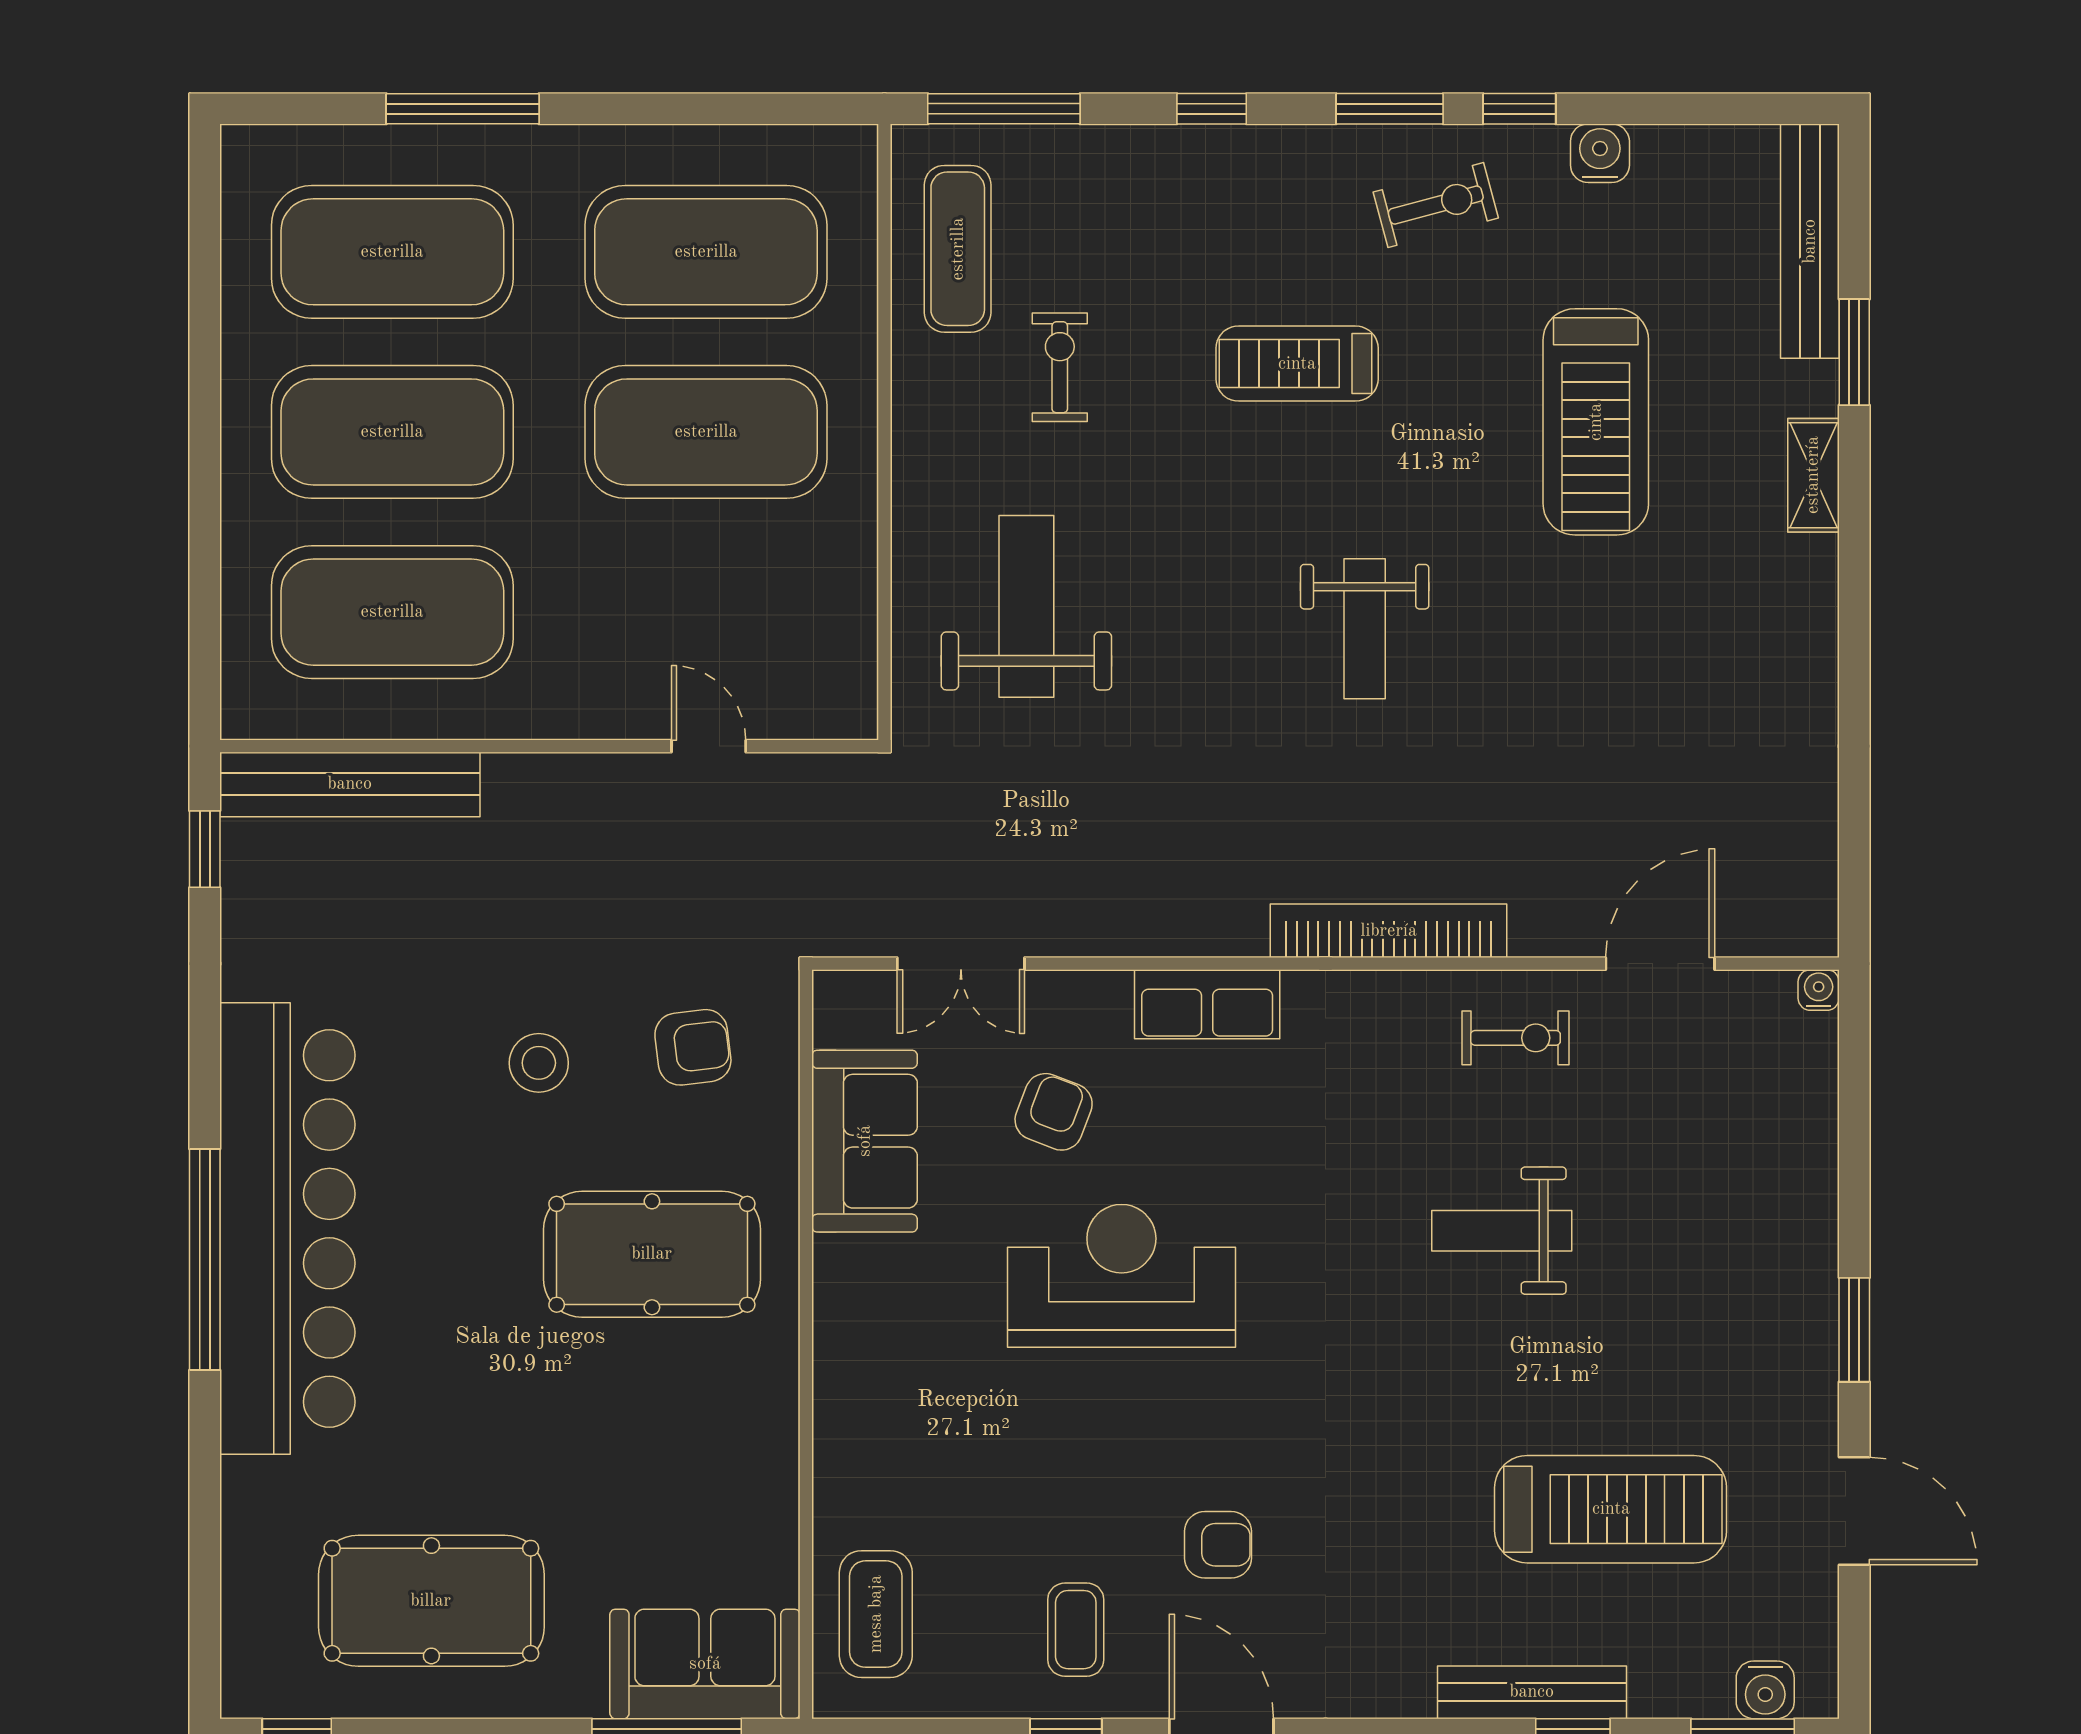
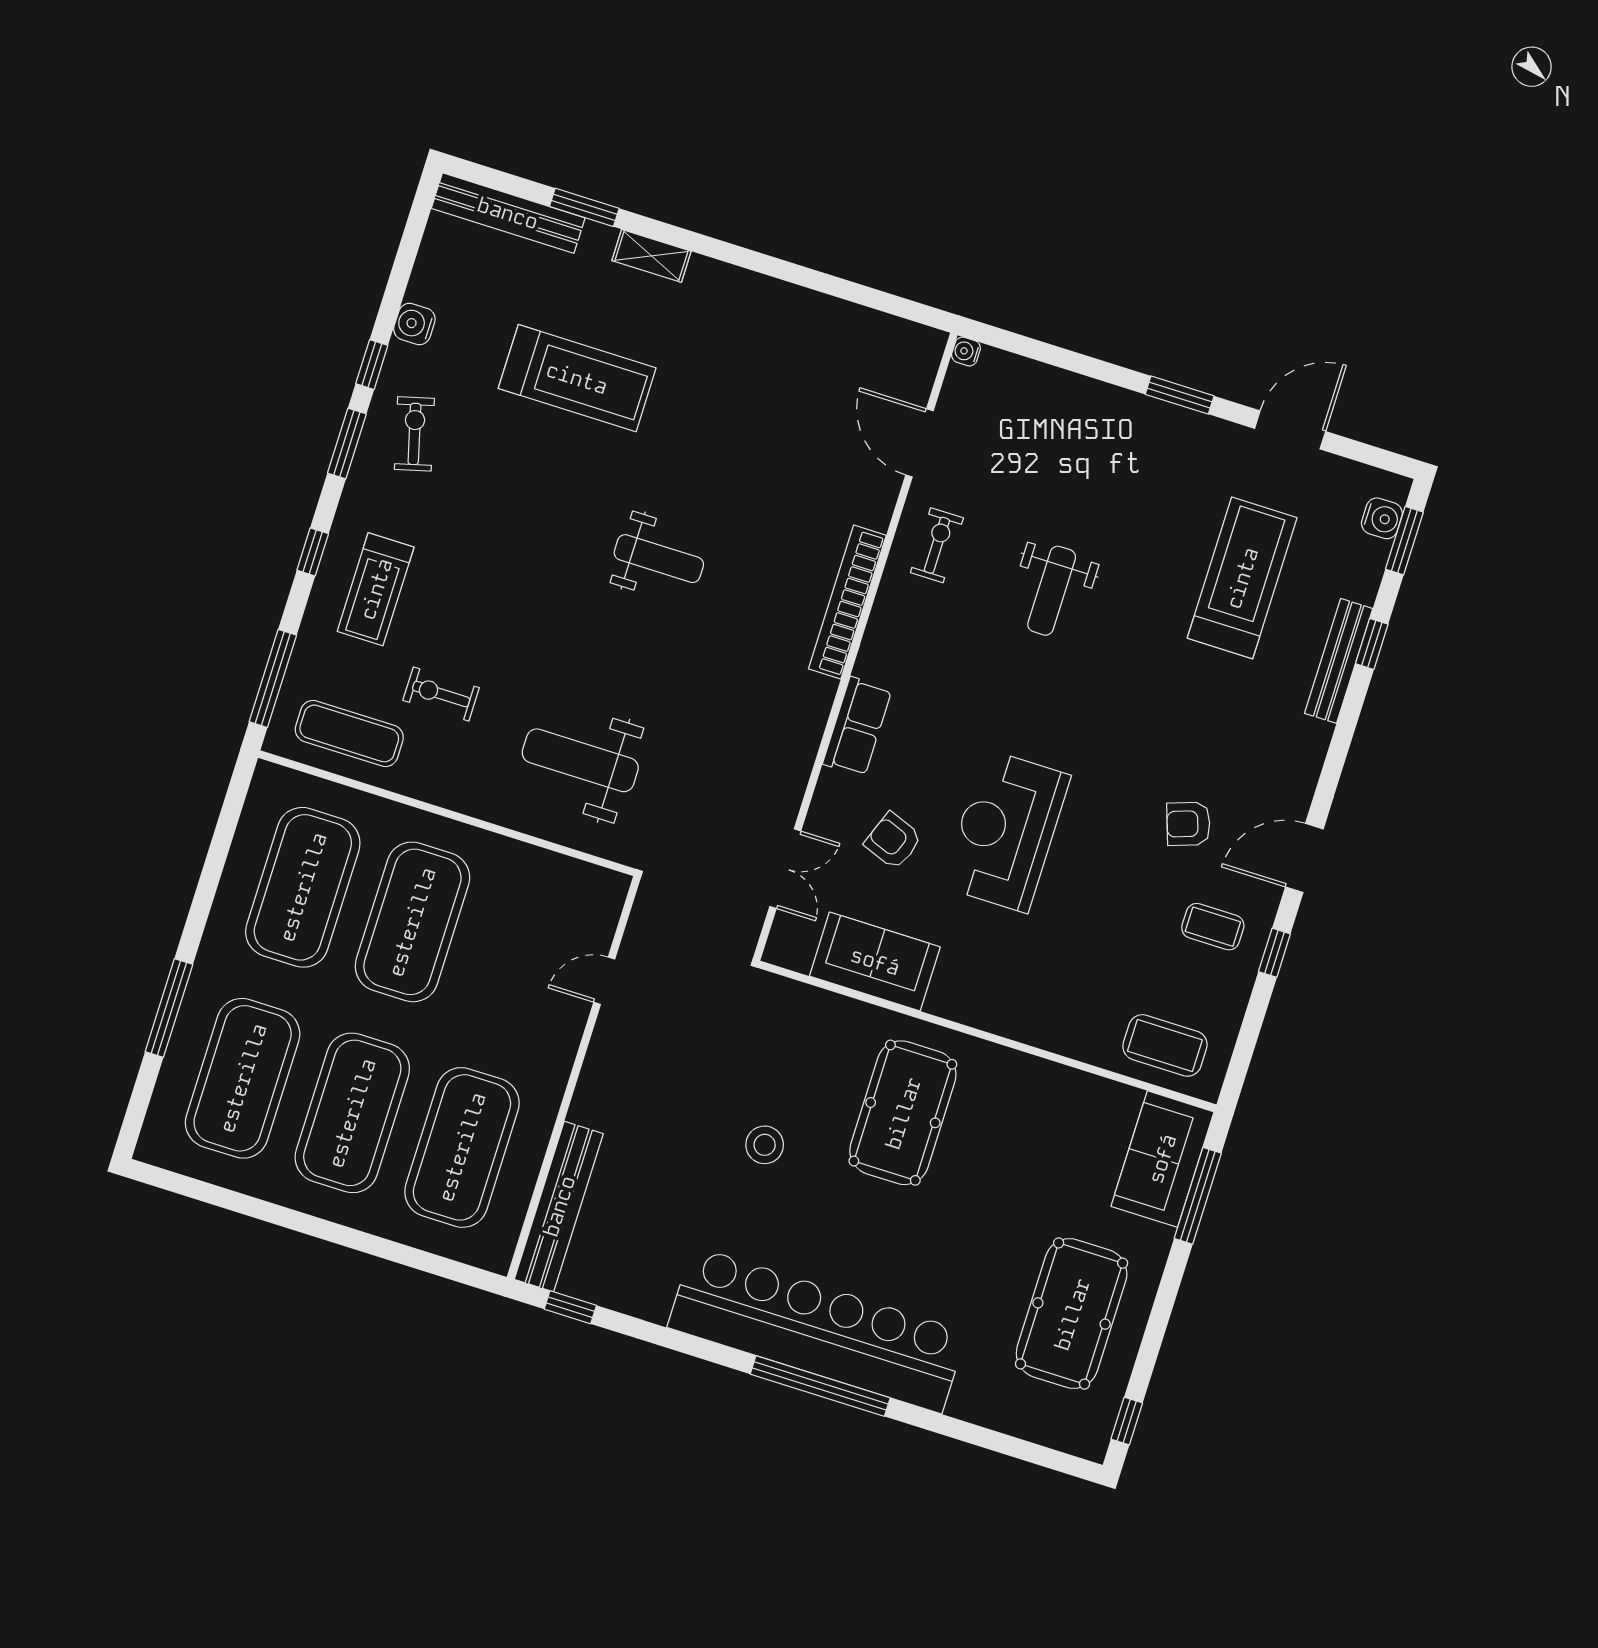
treadmill: (1297, 364) -> (376, 589), moved
armchair: (693, 1047) -> (785, 1048), removed
armchair: (1218, 1545) -> (1188, 824), turned -109

